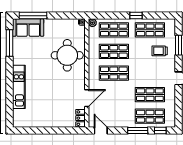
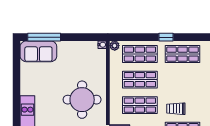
window: (10, 43) -> (16, 70), removed
trolley: (160, 51) -> (176, 109), moved
round table: (67, 55) -> (82, 100), moved

